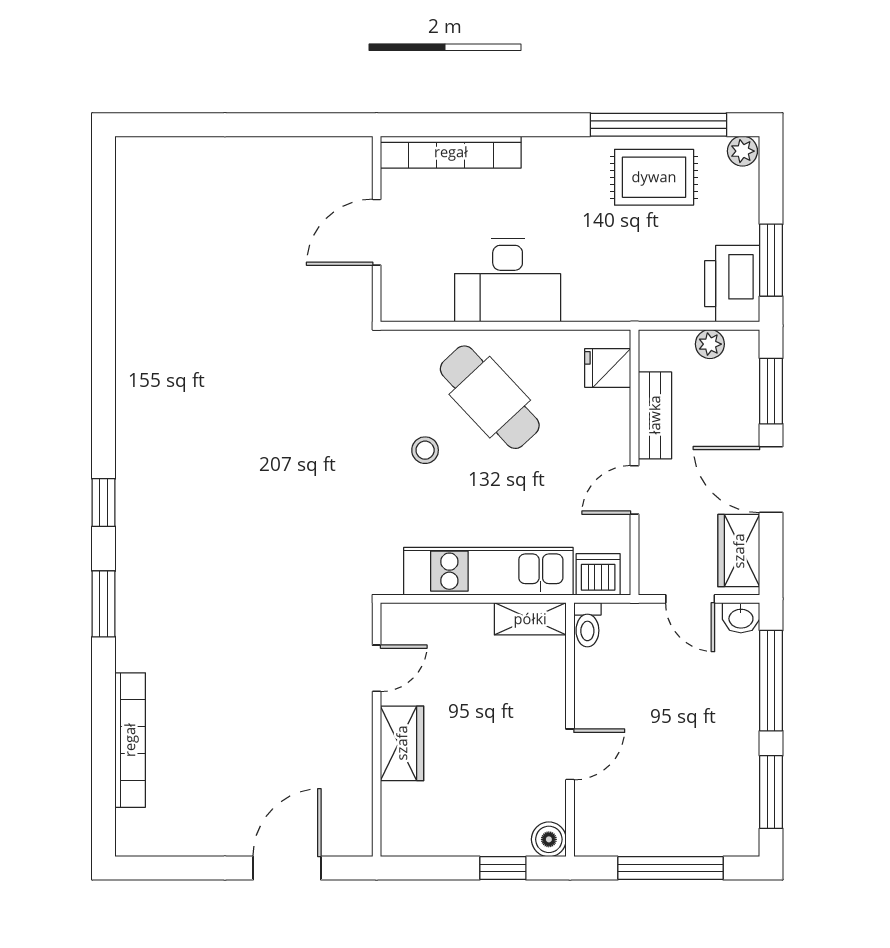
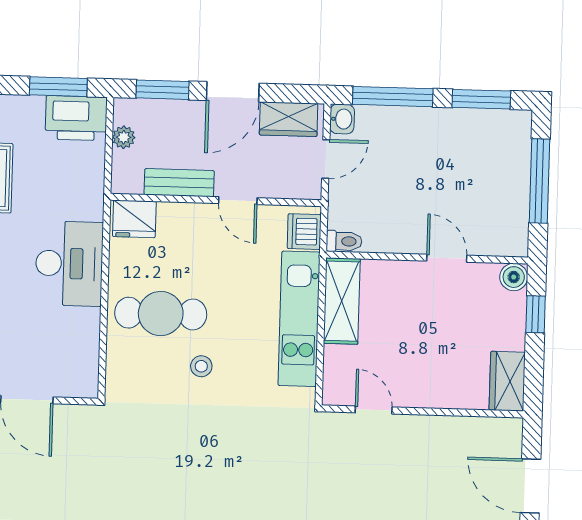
desk: (508, 280) -> (69, 264), moved
fridge: (608, 368) -> (134, 219), width x1.38
cafe table: (490, 397) -> (161, 314), turned 43
shelving: (530, 619) -> (342, 301), width x1.50, depth x1.33
wardrobe: (402, 743) -> (507, 381), moved, turned -90

